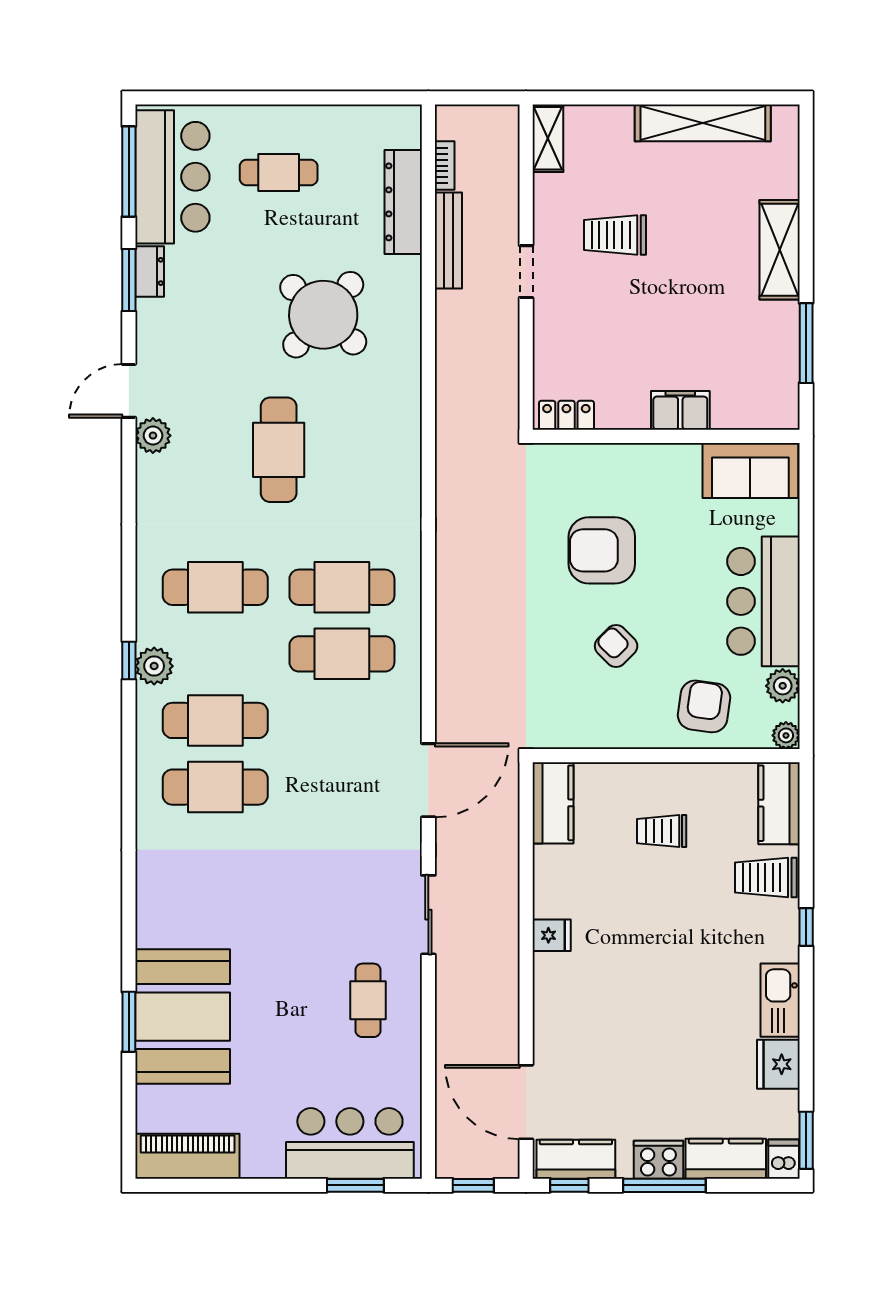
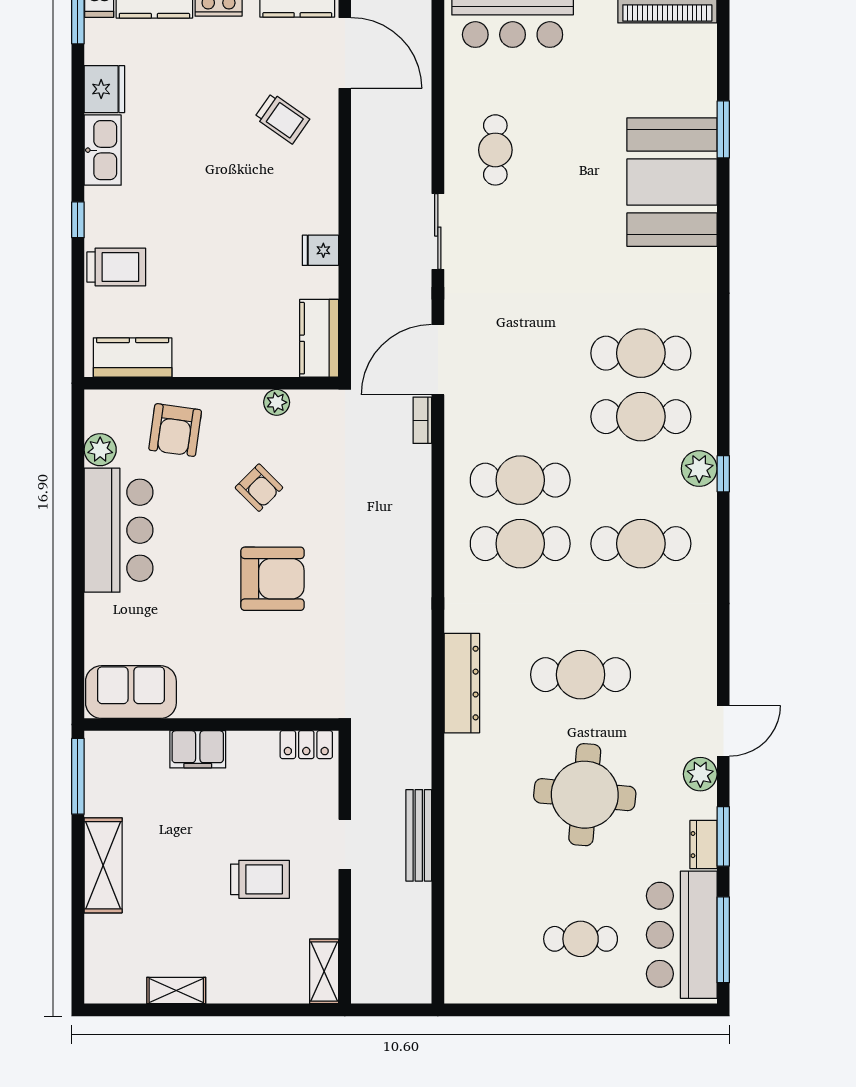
shelving: (703, 123) -> (176, 991), width x0.45, depth x0.75
bookcase: (445, 166) -> (422, 420), moved
dresser: (403, 202) -> (462, 683), moved
bench: (448, 241) -> (419, 835), moved
round table: (323, 315) -> (585, 795), moved, turned -37
filing cabinet: (680, 410) -> (198, 749), moved
locker: (566, 415) -> (306, 745), moved
plant: (153, 436) -> (700, 774), moved
wall: (666, 436) -> (211, 725), moved
cafe table: (279, 450) -> (581, 675), turned 90
sofa: (750, 471) -> (131, 692), moved
plant: (786, 735) -> (277, 402), moved
kitchen counter: (779, 803) -> (133, 357), moved, turned -90
trolley: (662, 831) -> (282, 118), moved, turned 35
fridge: (552, 935) -> (320, 250), moved
booth: (183, 1017) -> (672, 182), moved

